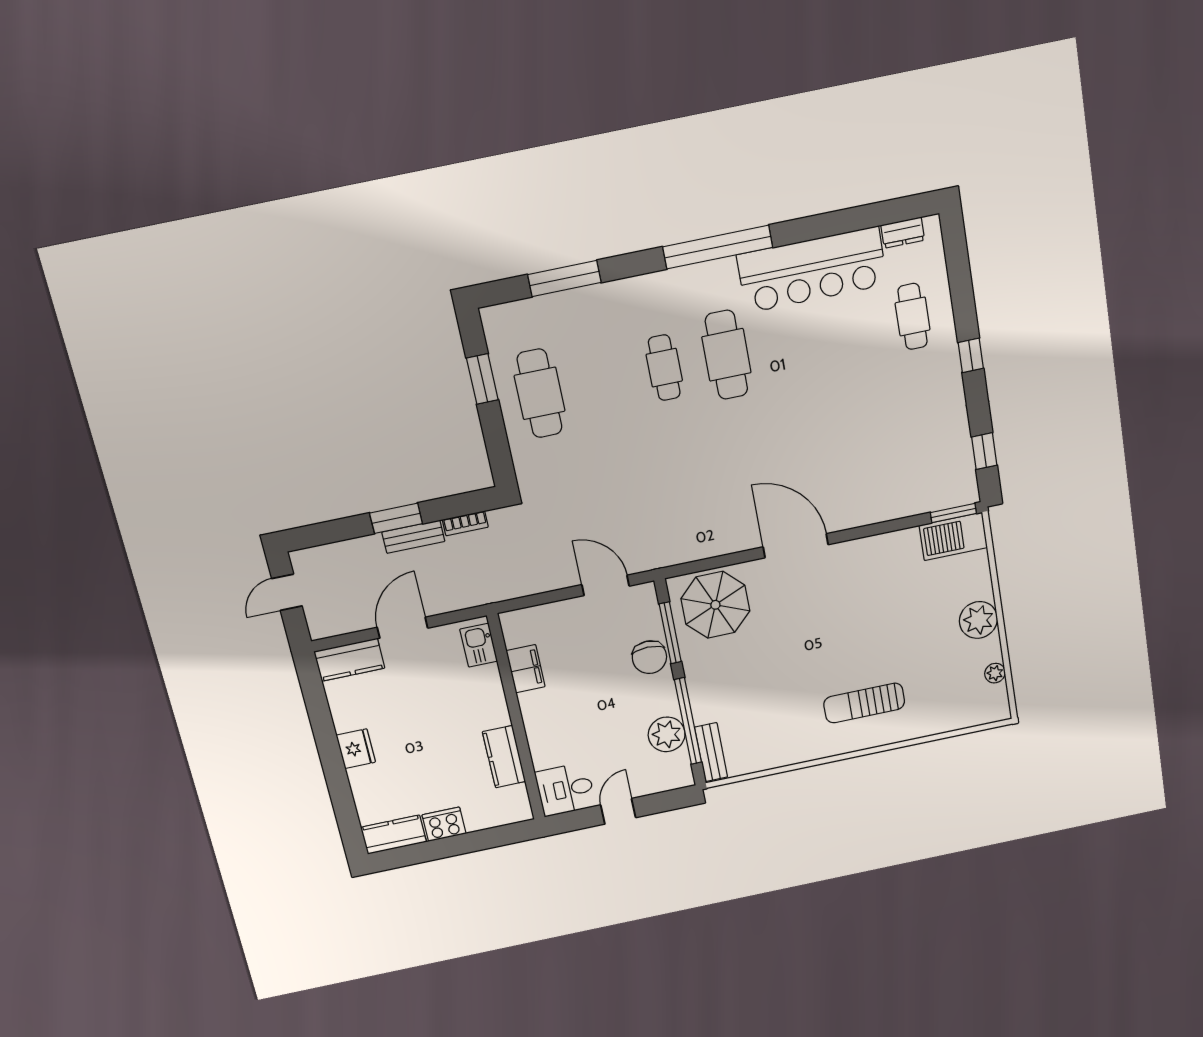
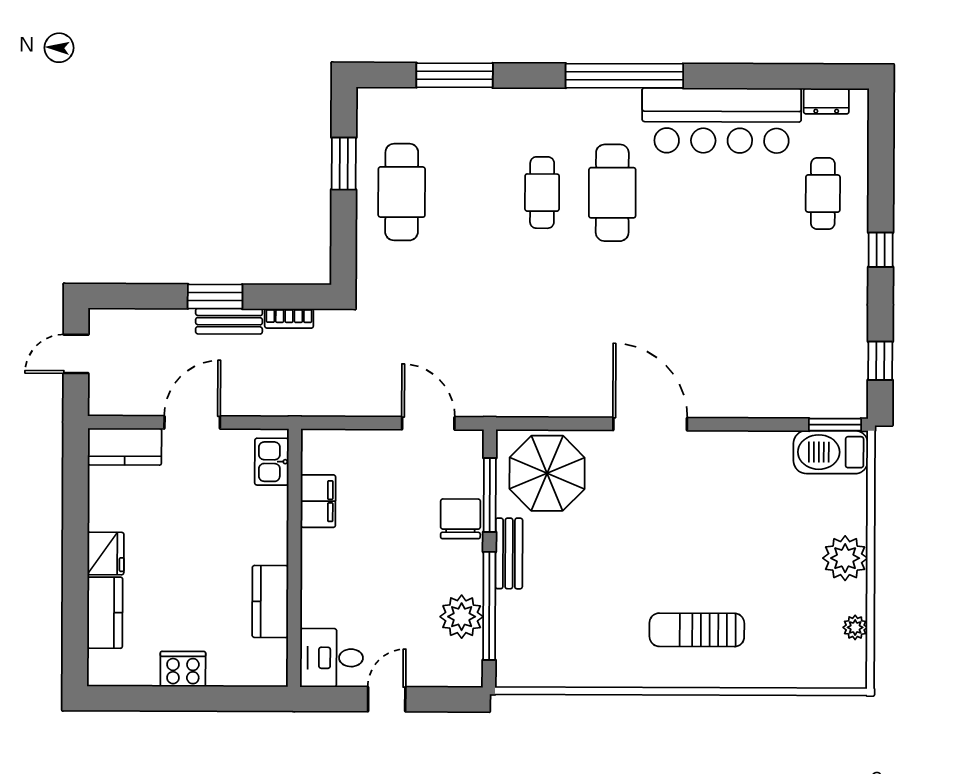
chair: (649, 657) -> (460, 519), turned 180
bench: (711, 752) -> (509, 553), moved
kitchen counter: (394, 835) -> (105, 613), moved, turned 90

